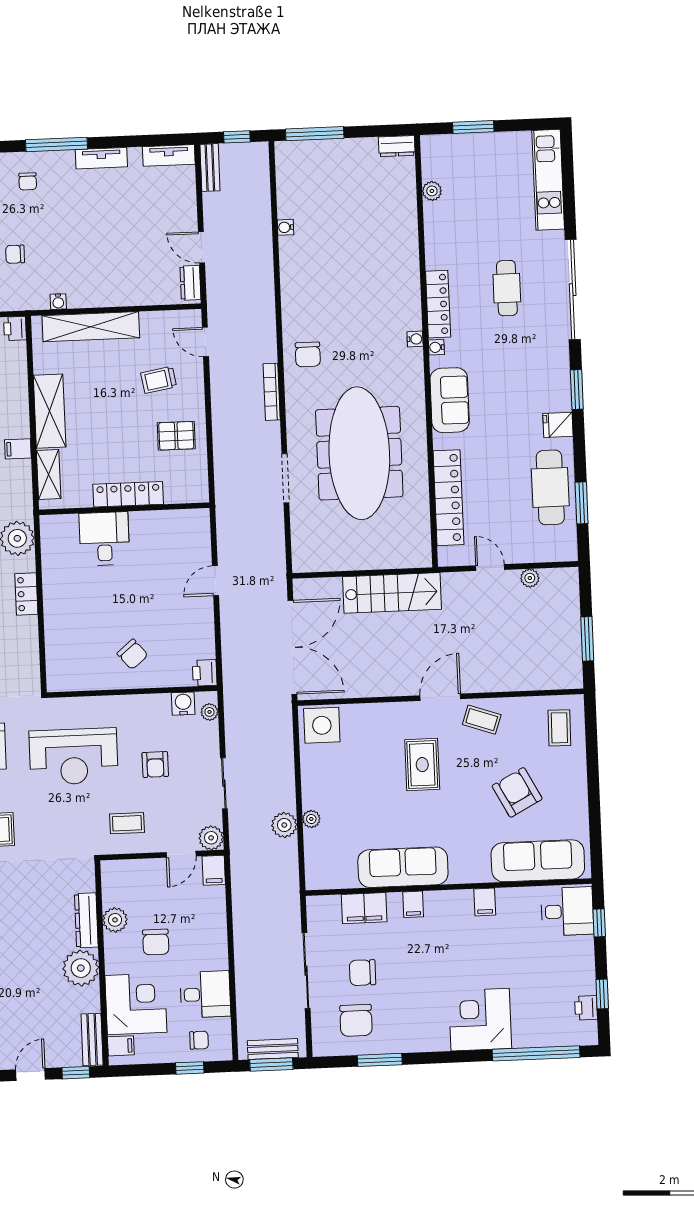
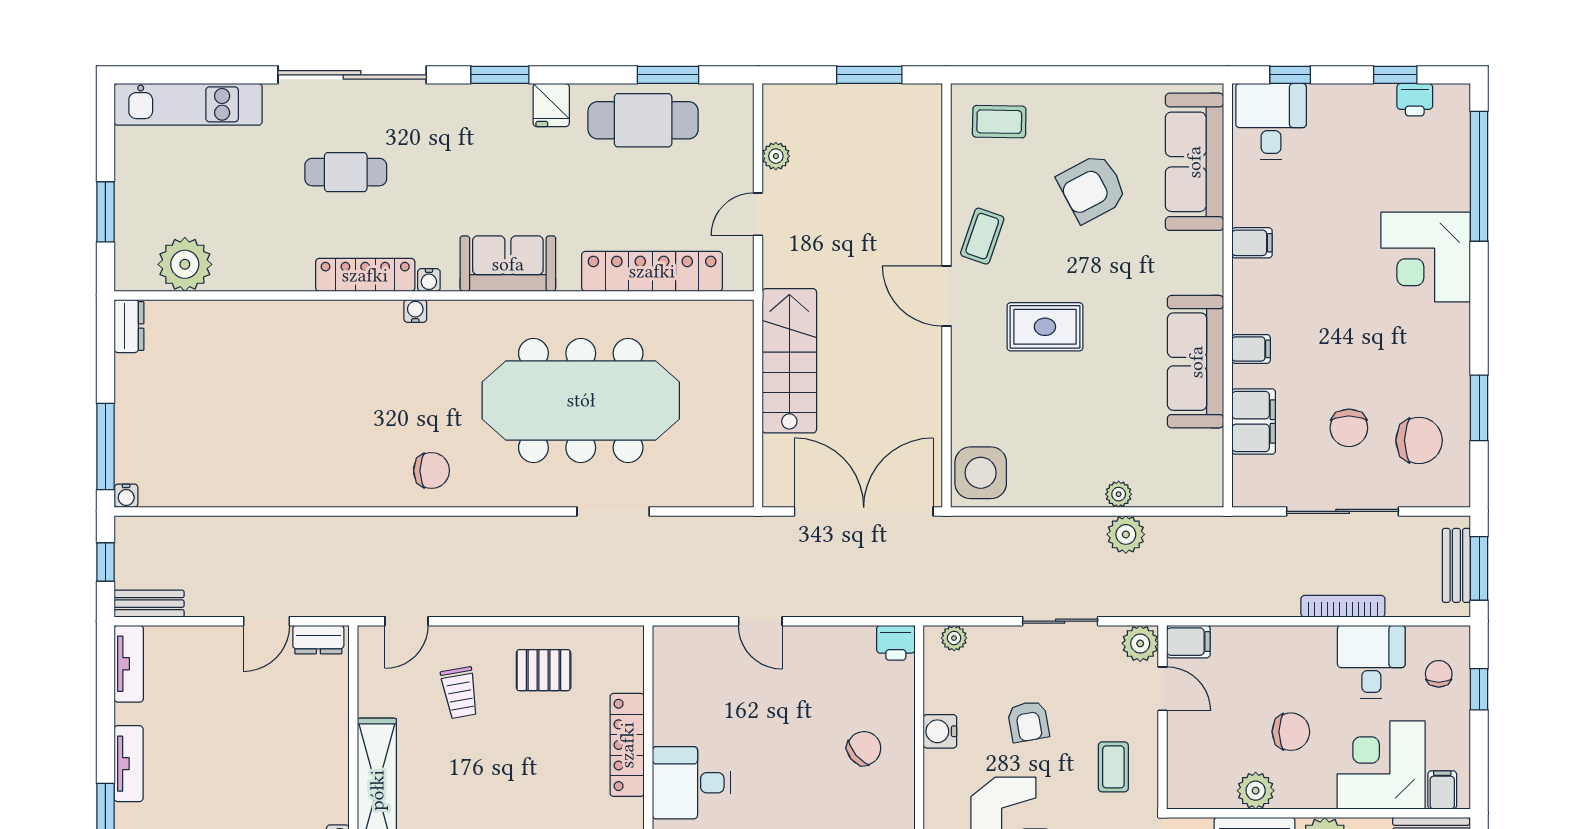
plant: (432, 191) -> (185, 264), width x1.88, depth x1.88
water cooler: (285, 227) -> (126, 496), moved
bookcase: (272, 392) -> (1343, 606), moved, turned 180
pallet: (176, 436) -> (544, 670), turned 90
water cooler: (183, 704) -> (940, 731), moved
armchair: (155, 765) -> (1028, 721), turned 80

